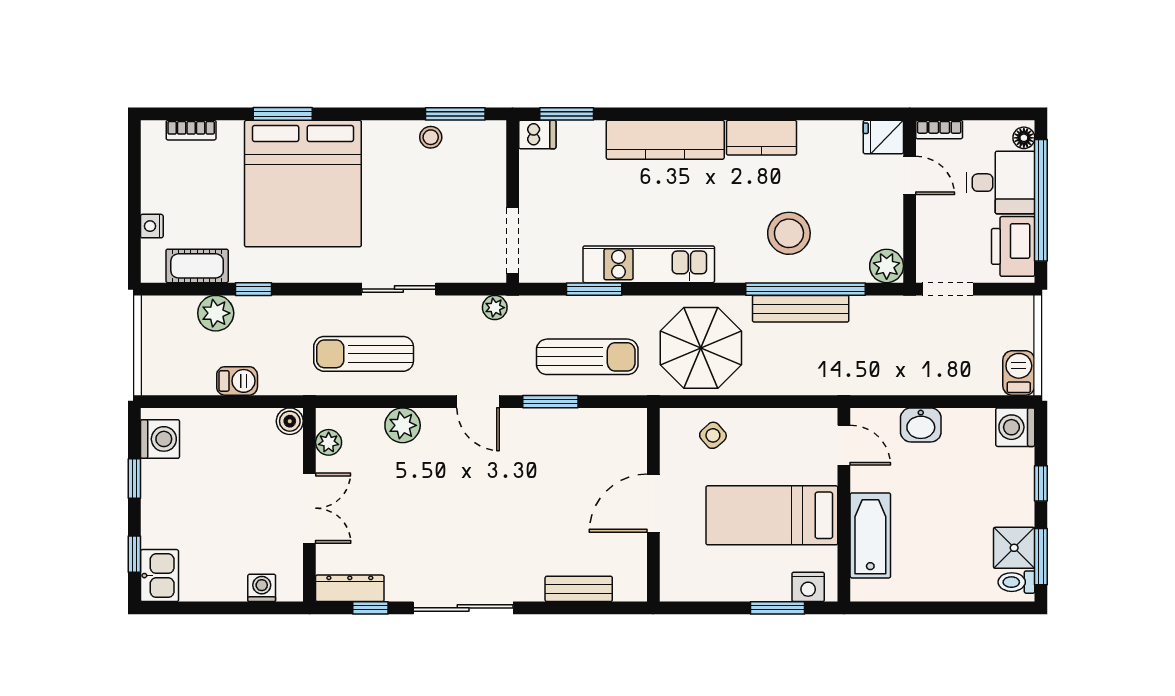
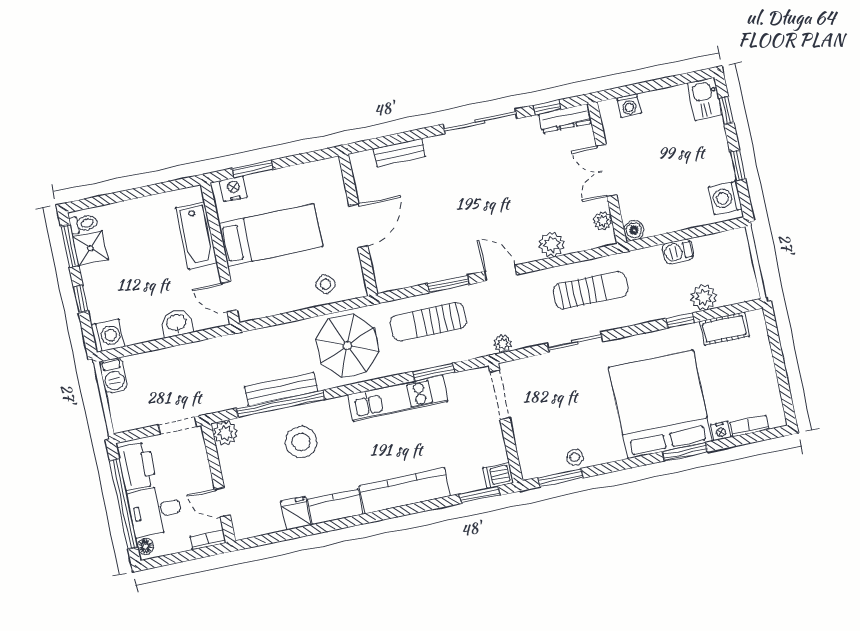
fridge: (883, 137) -> (296, 513), moved, turned -90
nightstand: (152, 226) -> (721, 431), moved, turned 90

